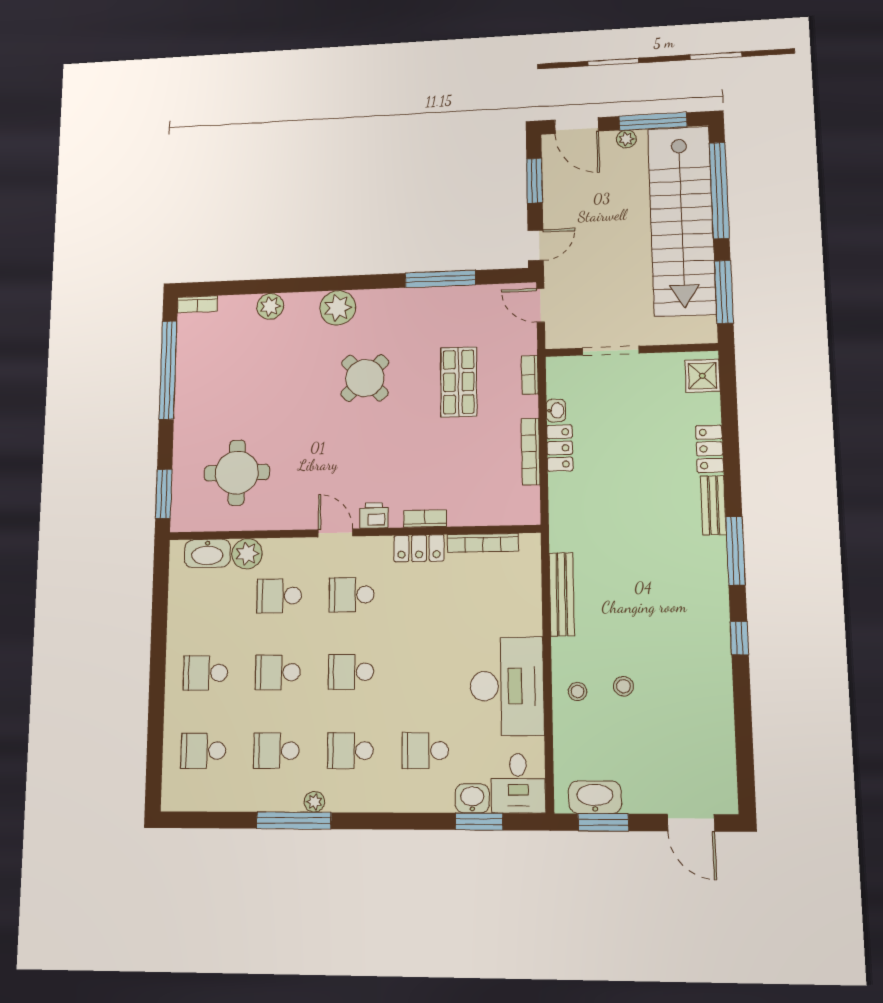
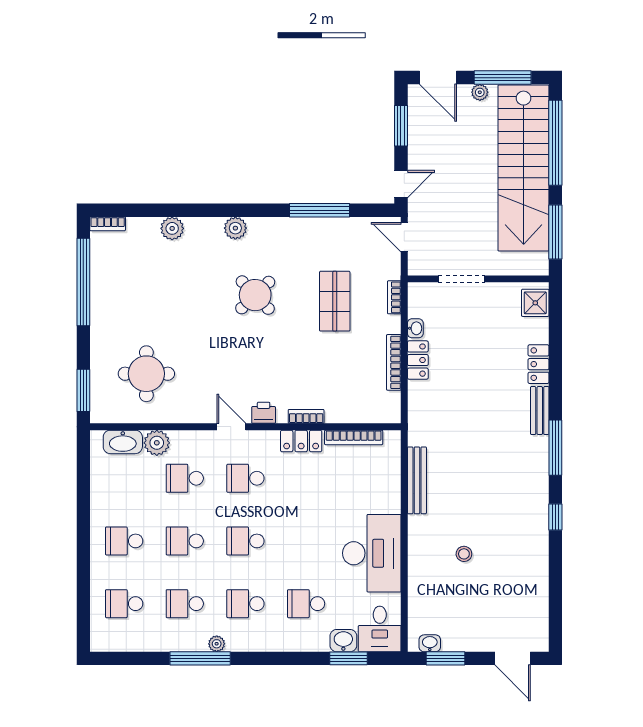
plant: (338, 308) -> (235, 228), width x0.73, depth x0.73
stool: (577, 691) -> (428, 558), removed
washbasin: (595, 797) -> (430, 643), width x0.52, depth x0.69

